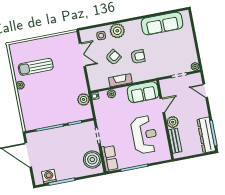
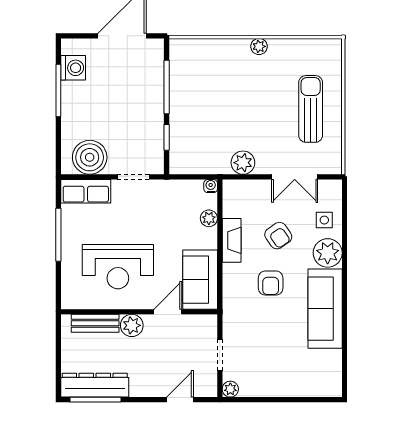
sofa: (162, 23) -> (325, 309), moved
sun lounger: (36, 67) -> (311, 109), moved
plant: (84, 99) -> (243, 163), moved
door: (162, 105) -> (168, 312), swing flipped

